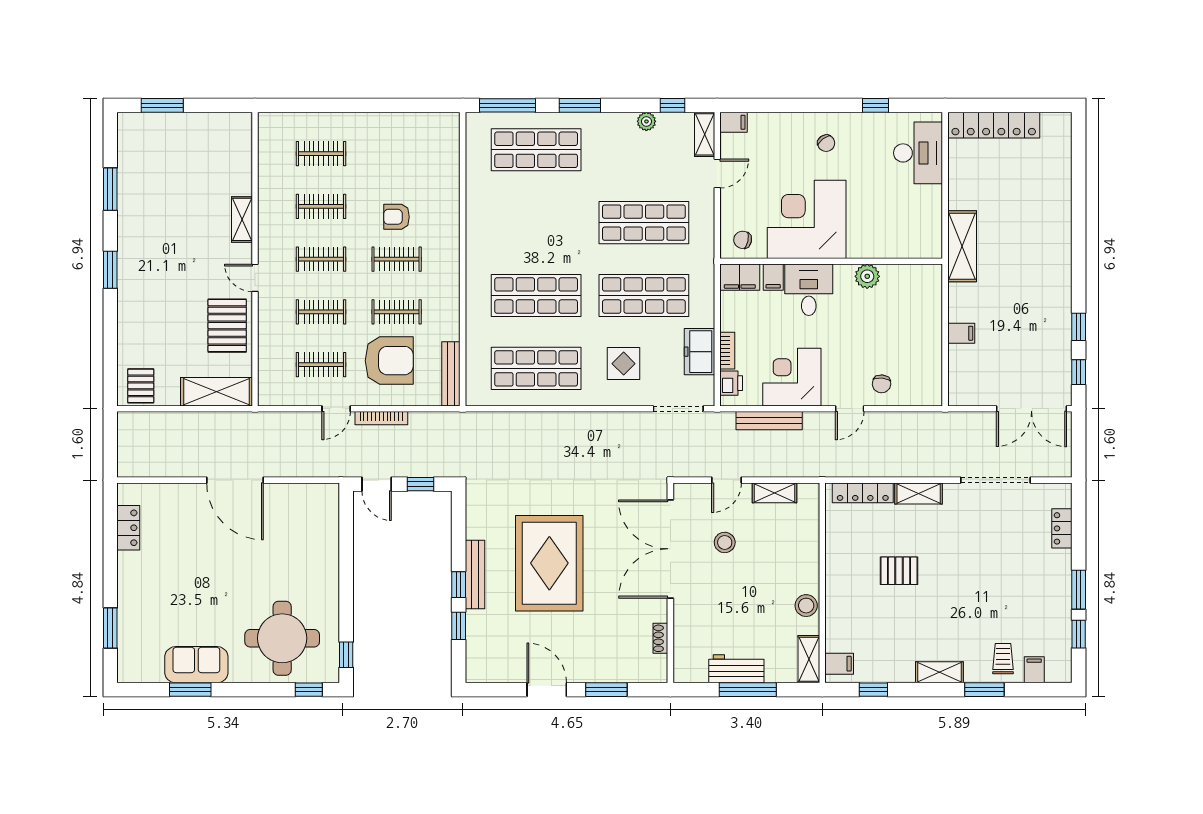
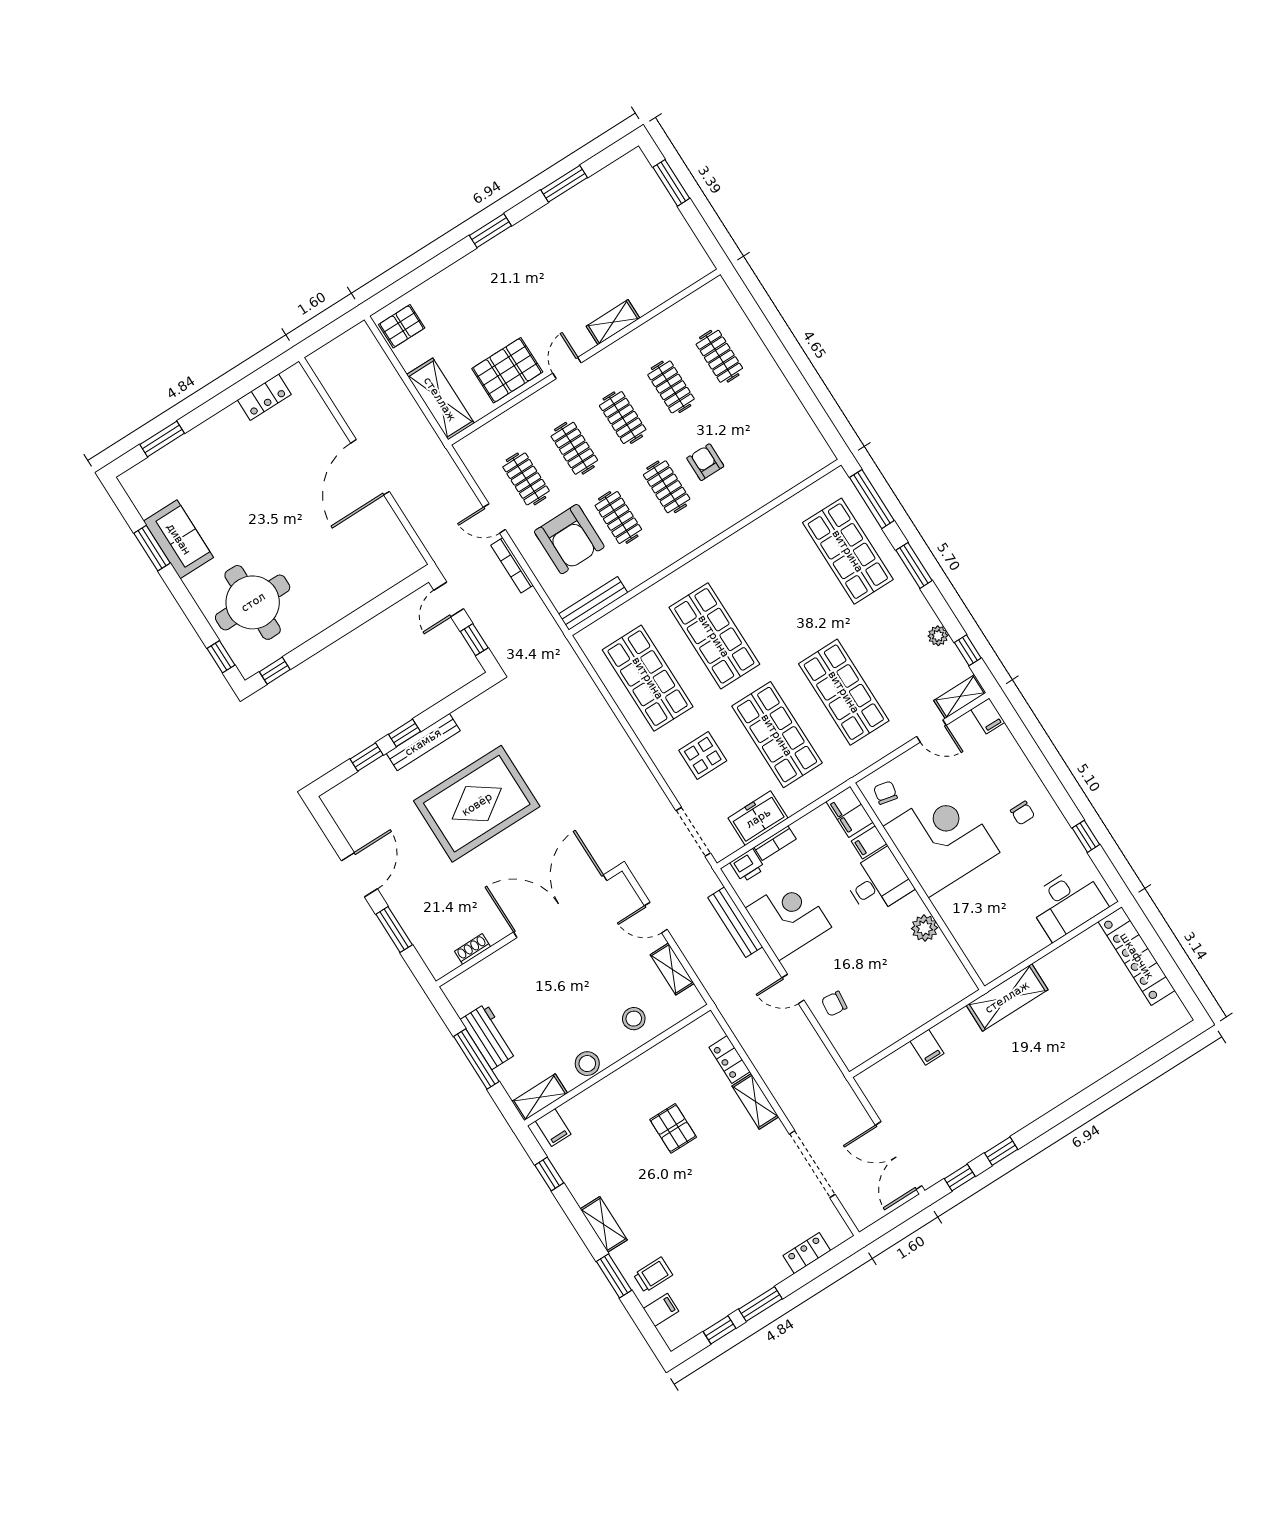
chair: (826, 143) -> (1023, 813), turned -54
locker: (863, 493) -> (730, 1059), width x0.66
stool: (725, 542) -> (634, 1019), moved

